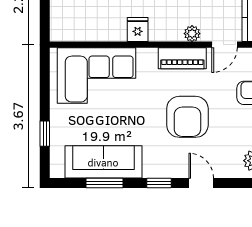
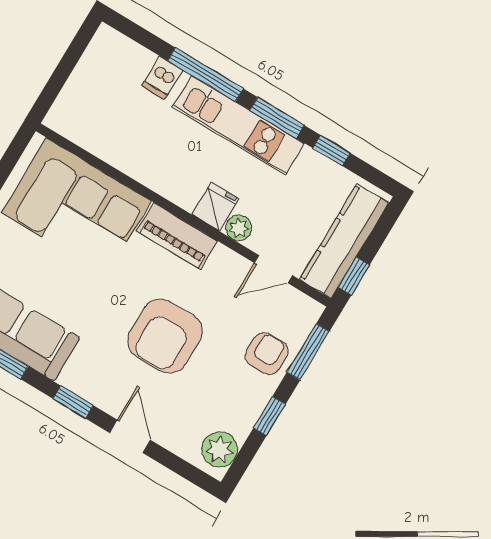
fridge: (138, 30) -> (215, 206), moved
piano: (182, 58) -> (177, 236), moved

